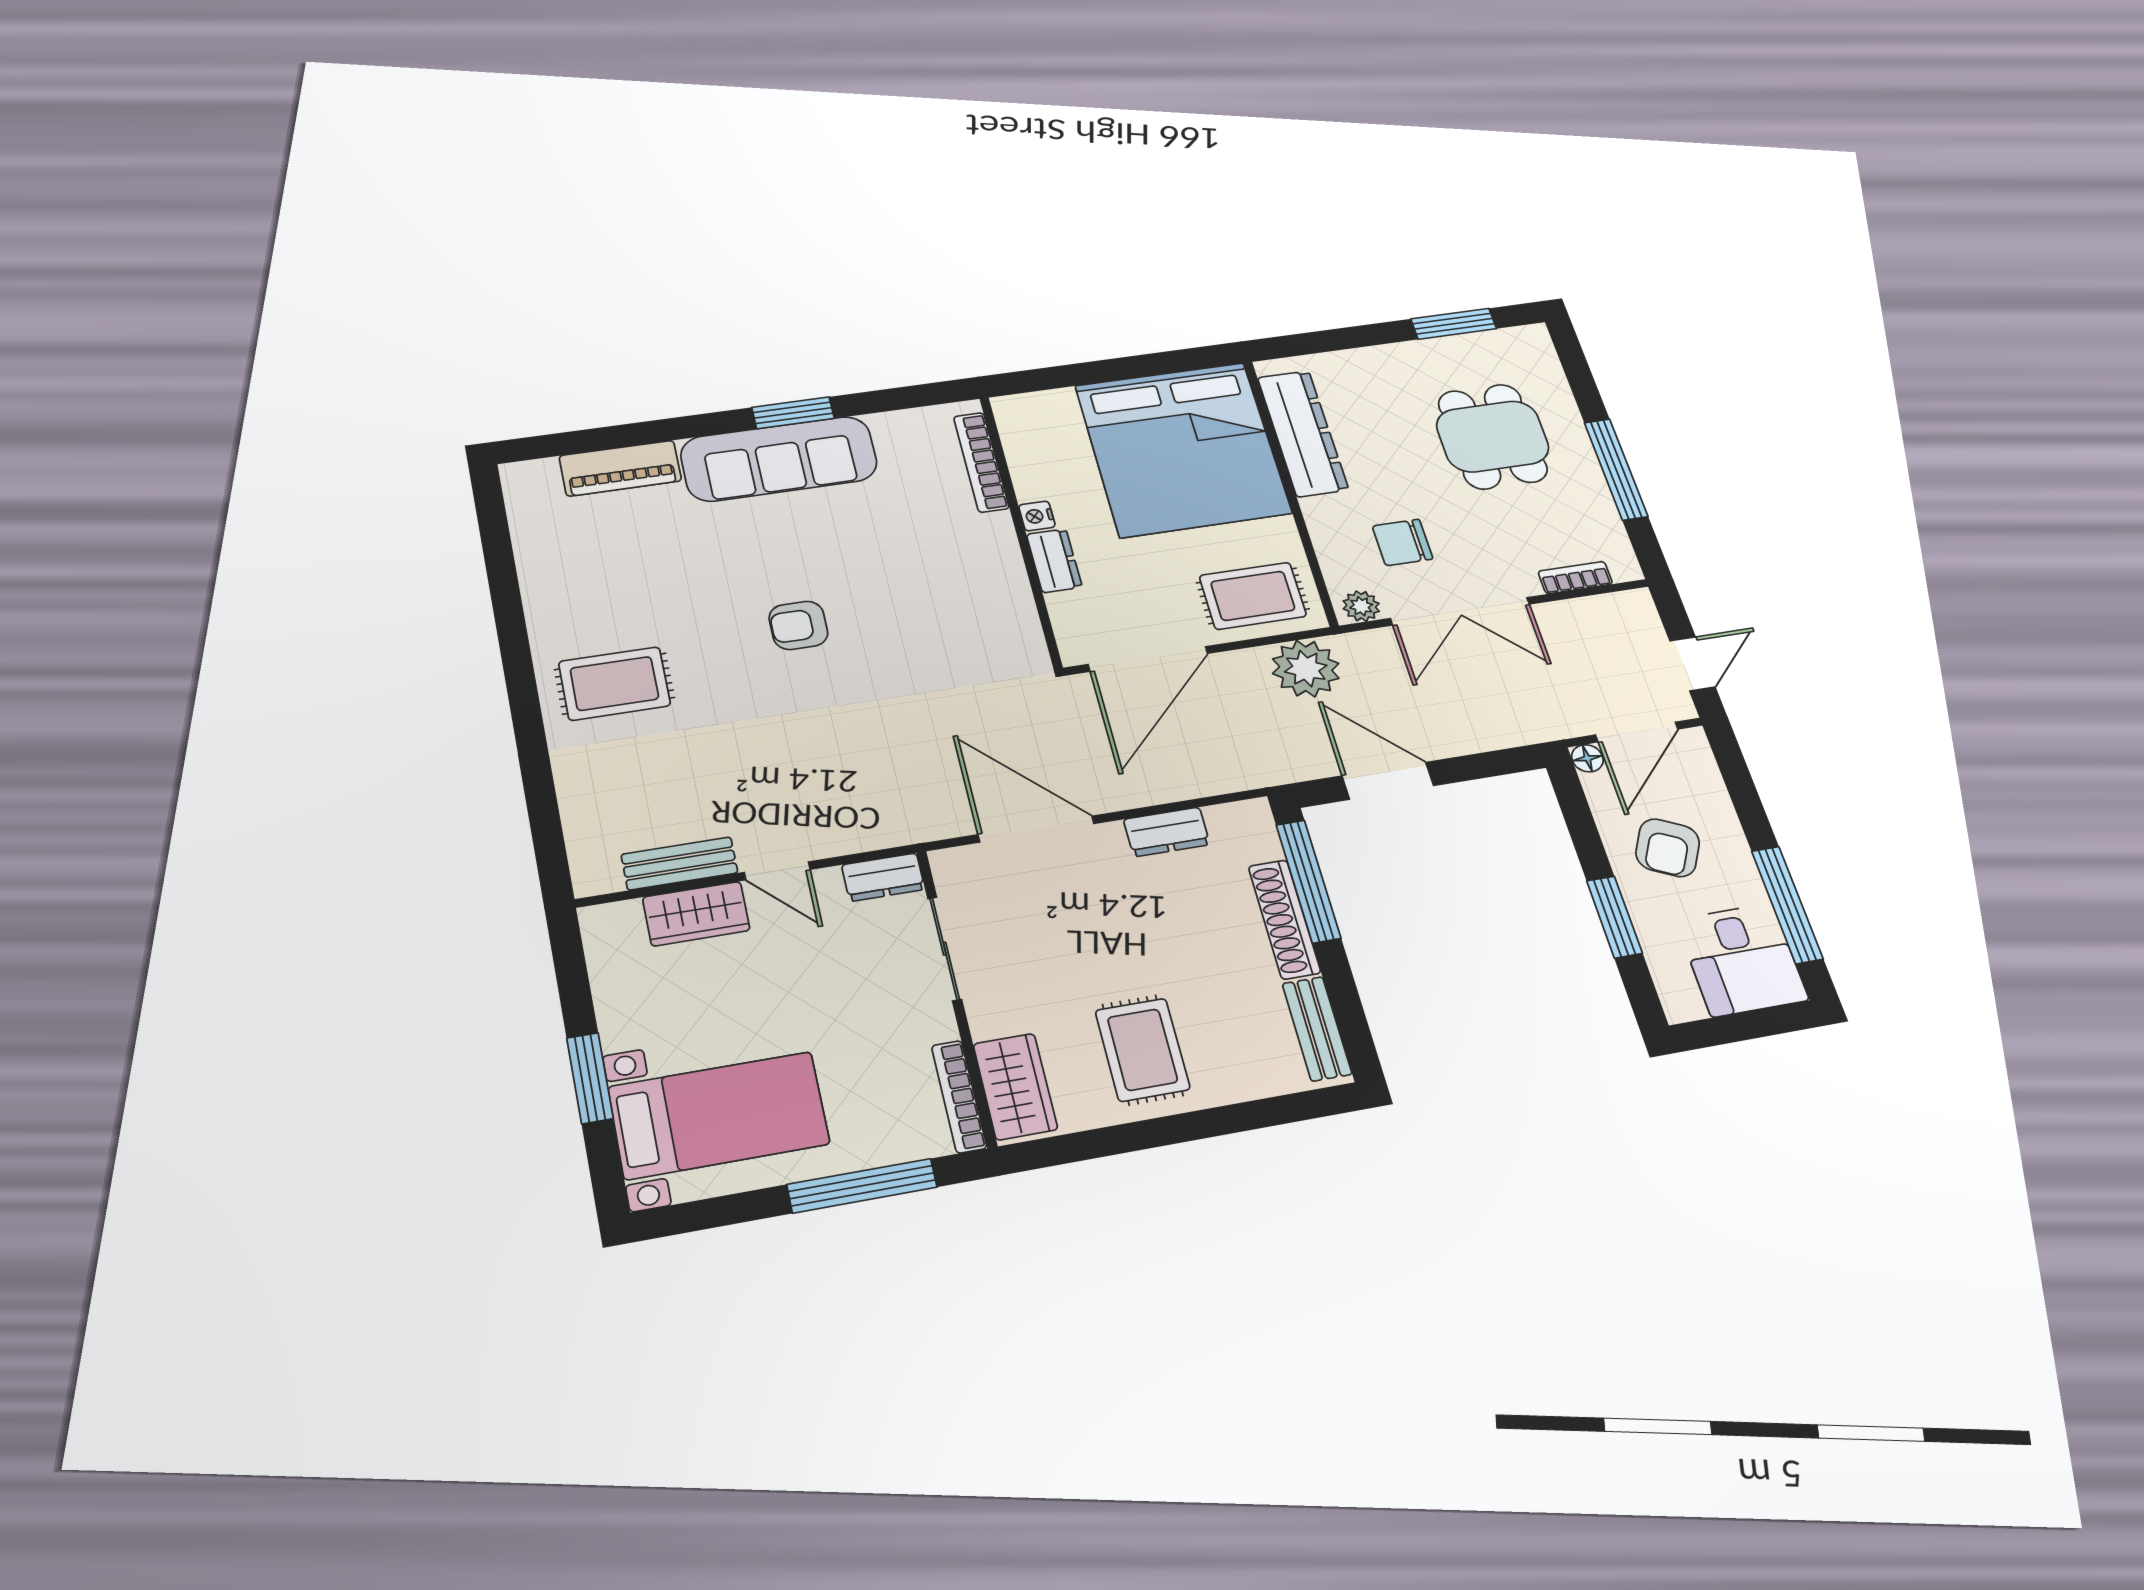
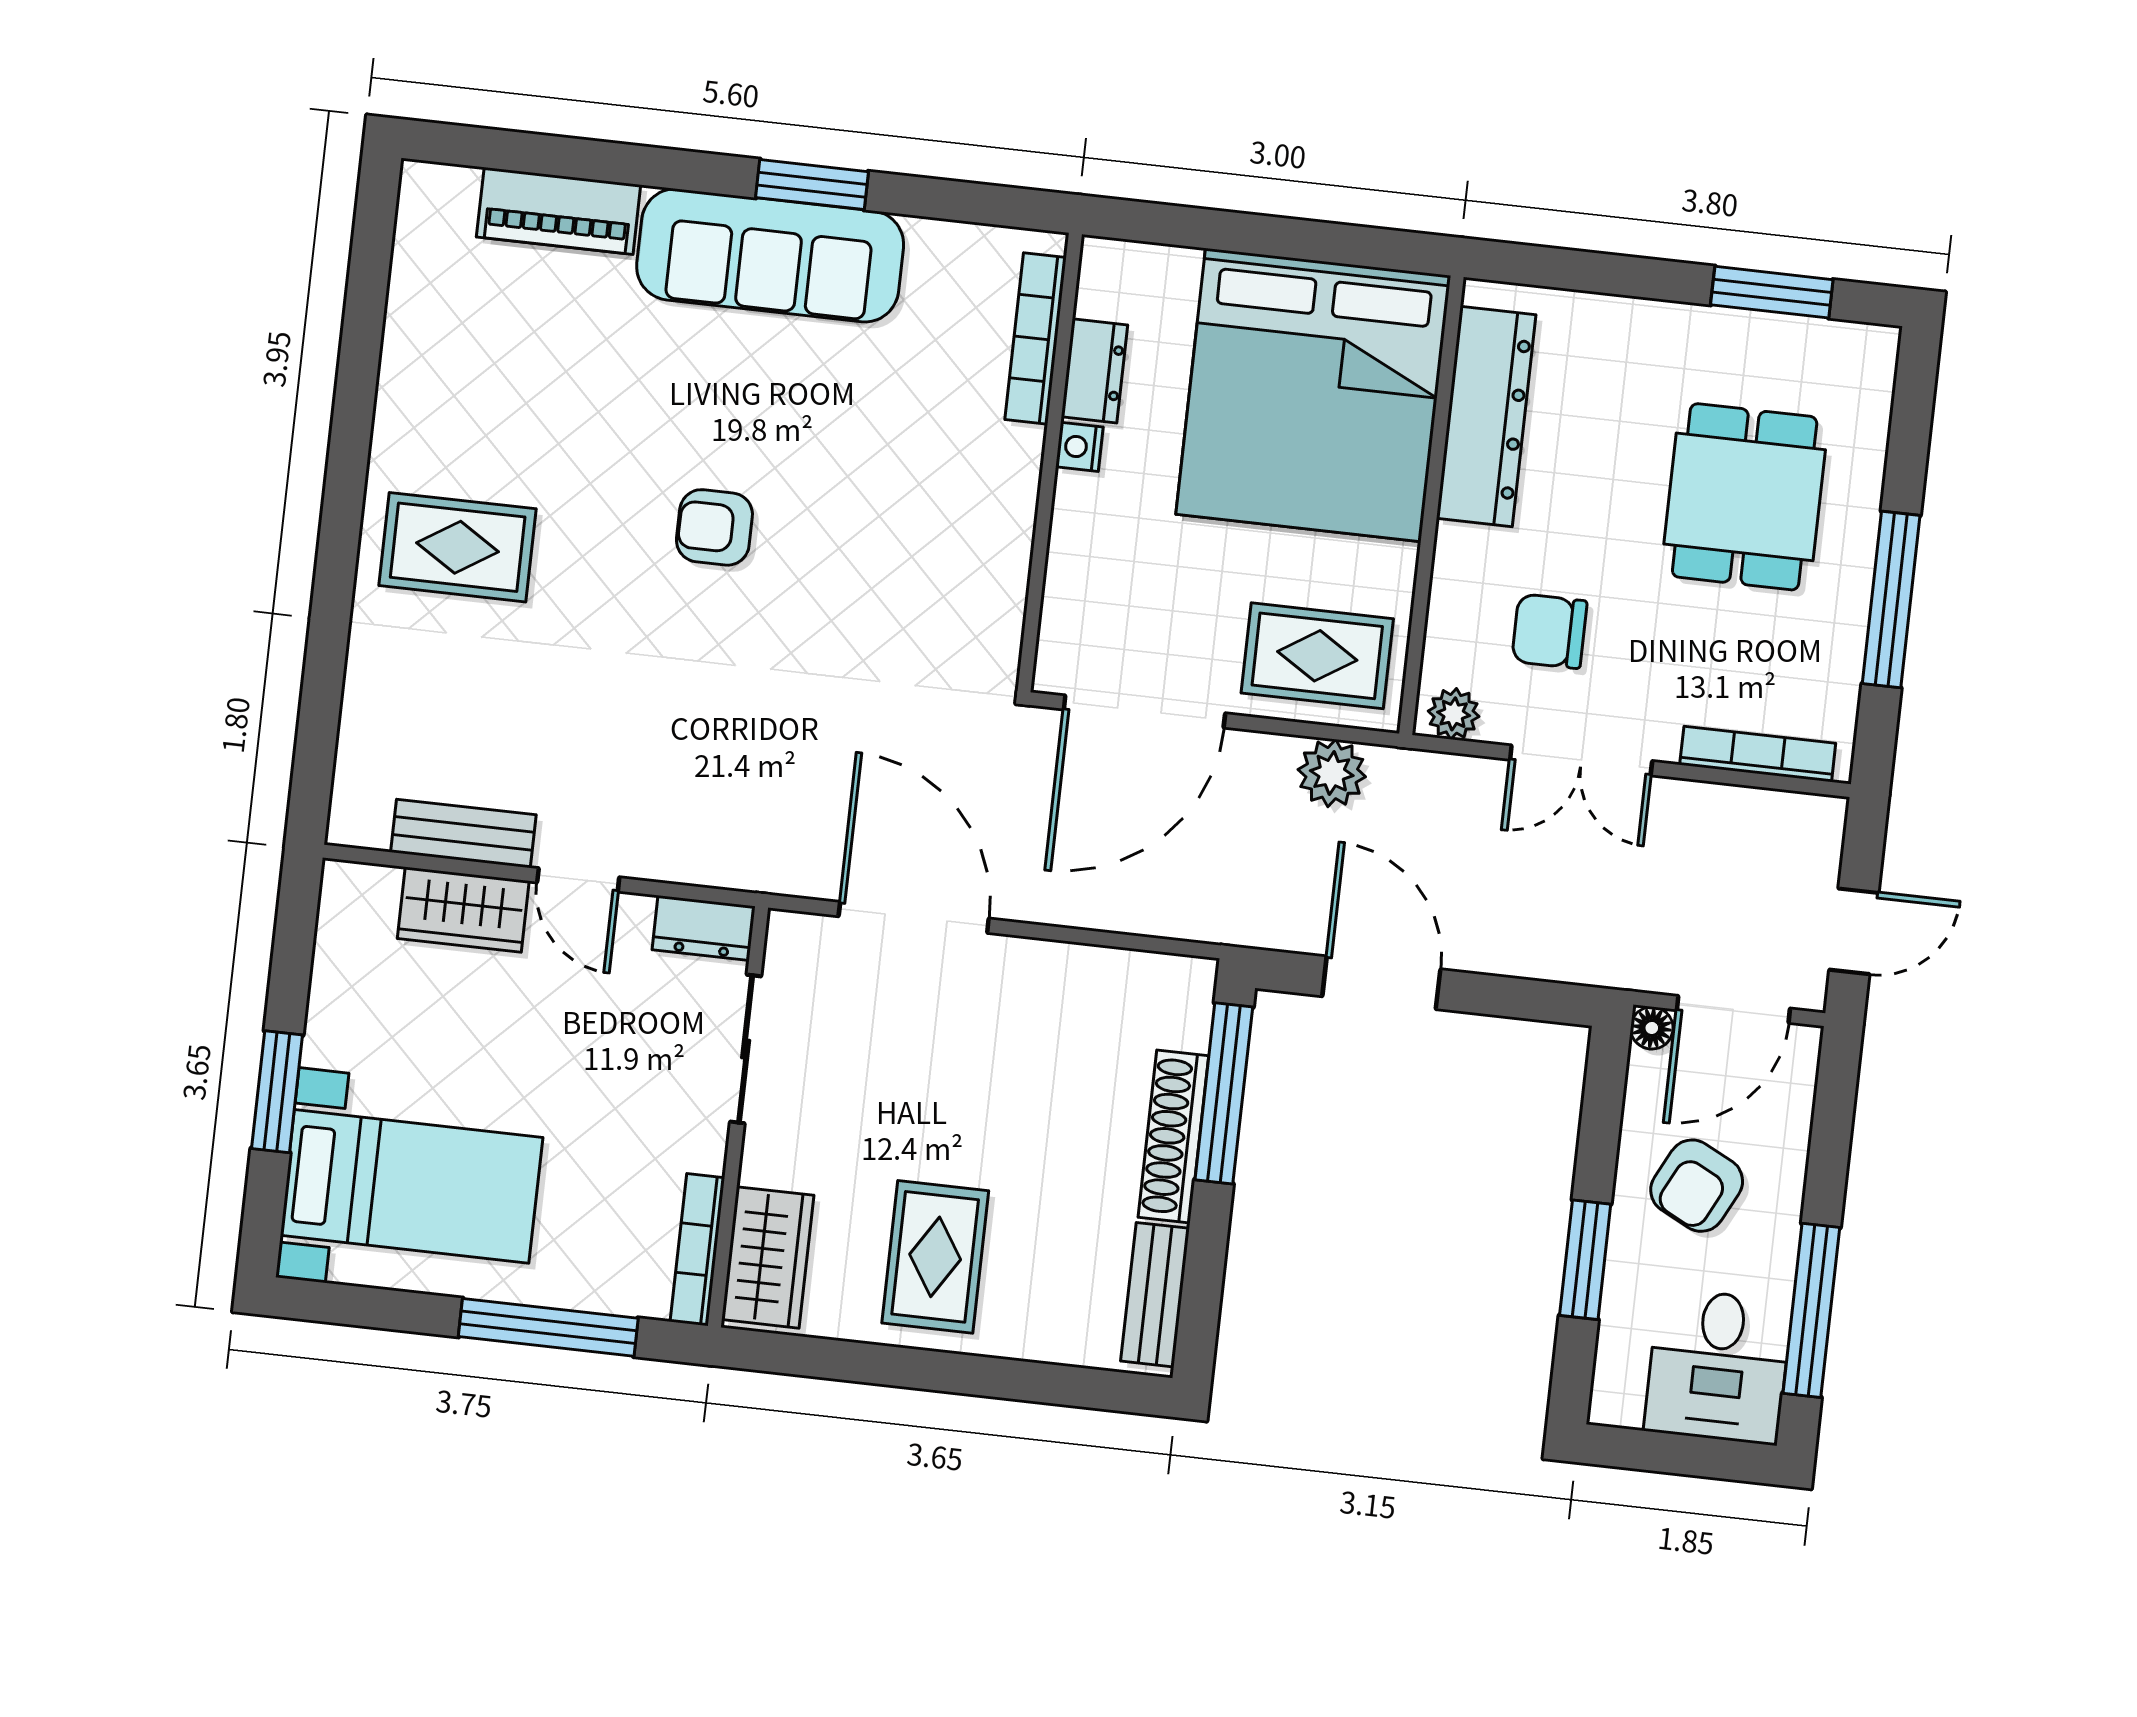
dresser: (1054, 561) -> (1094, 371), moved
bookcase: (1575, 578) -> (1758, 754), width x1.56
double door: (1460, 611) -> (1581, 760), width x0.73
plant: (1306, 669) -> (1332, 773), width x0.73, depth x0.73
dresser: (1167, 832) -> (1074, 971), removed

